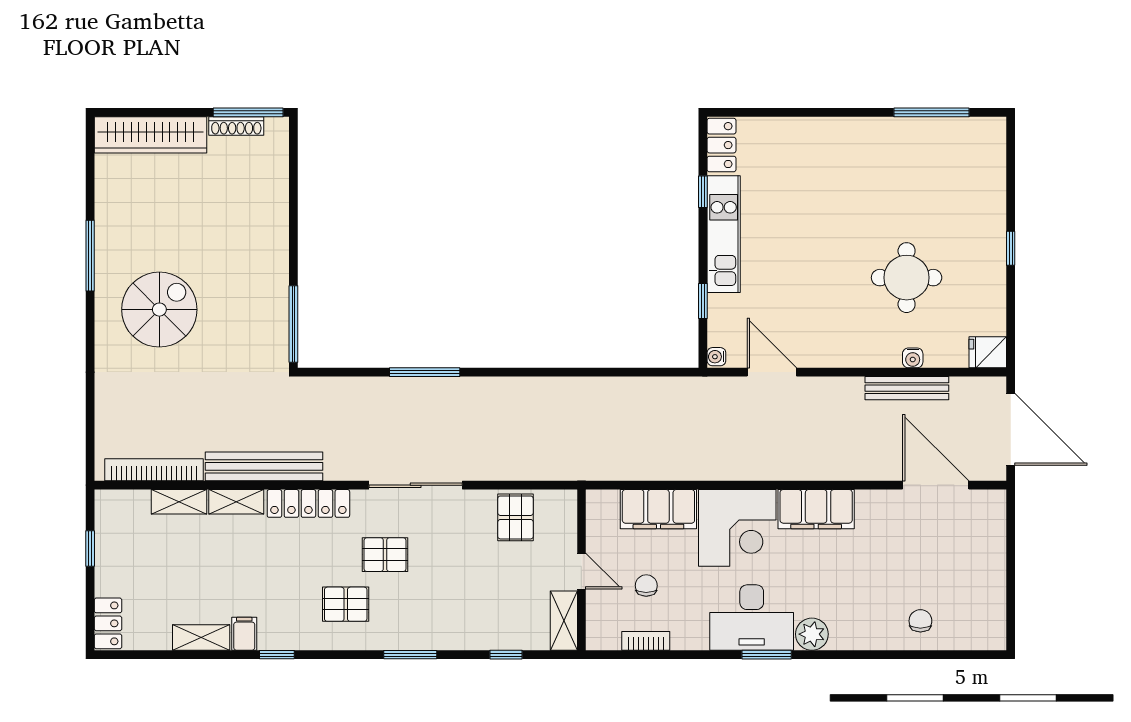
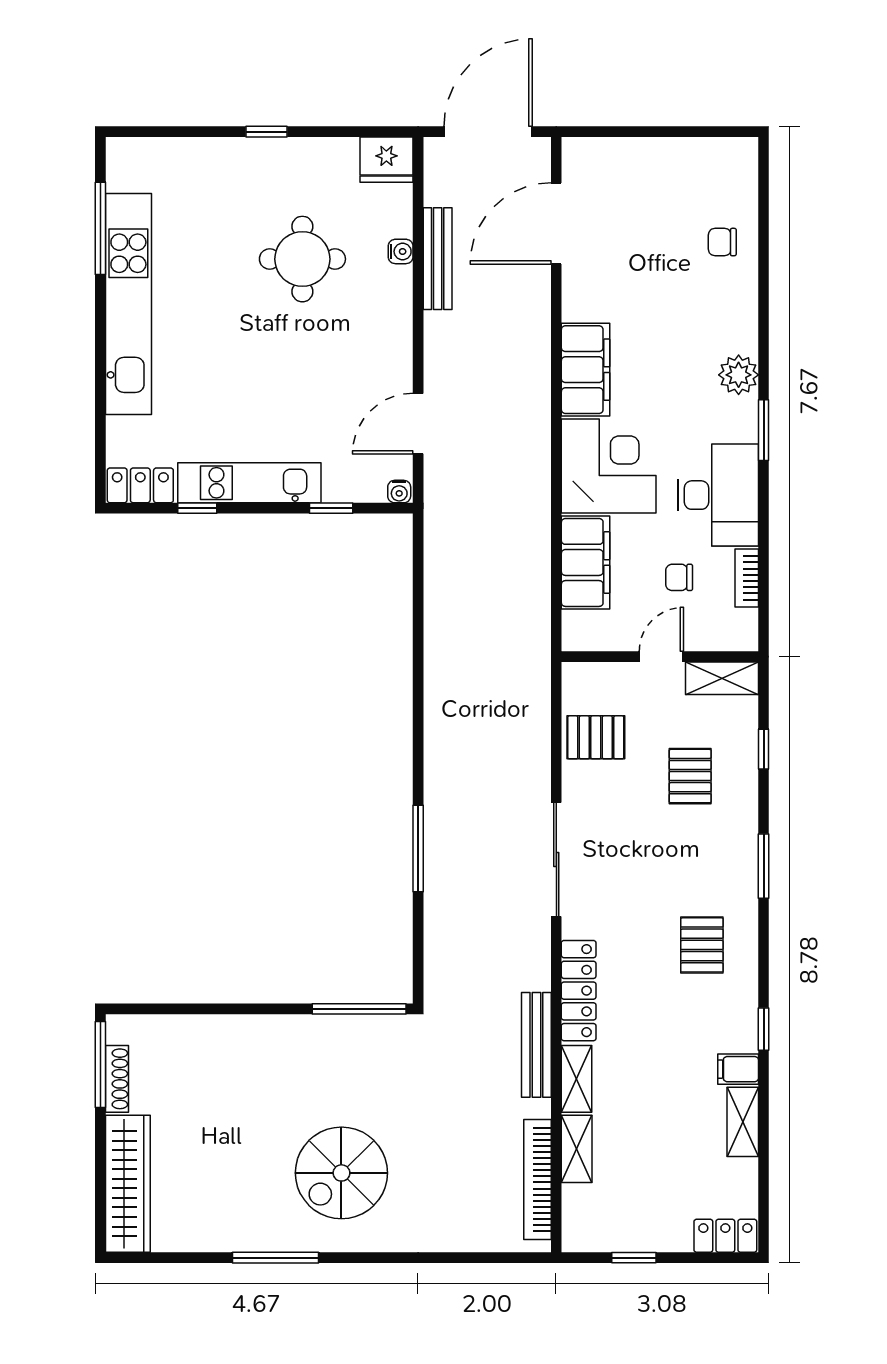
kitchen unit: (870, 135) -> (128, 304), added
spiral stairs: (159, 310) -> (341, 1173), turned -90
fridge: (988, 352) -> (386, 160), width x1.38
bench: (264, 466) -> (536, 1045), width x0.73, depth x0.82
pallet: (385, 555) -> (690, 776), moved
desk: (752, 618) -> (718, 495), moved

